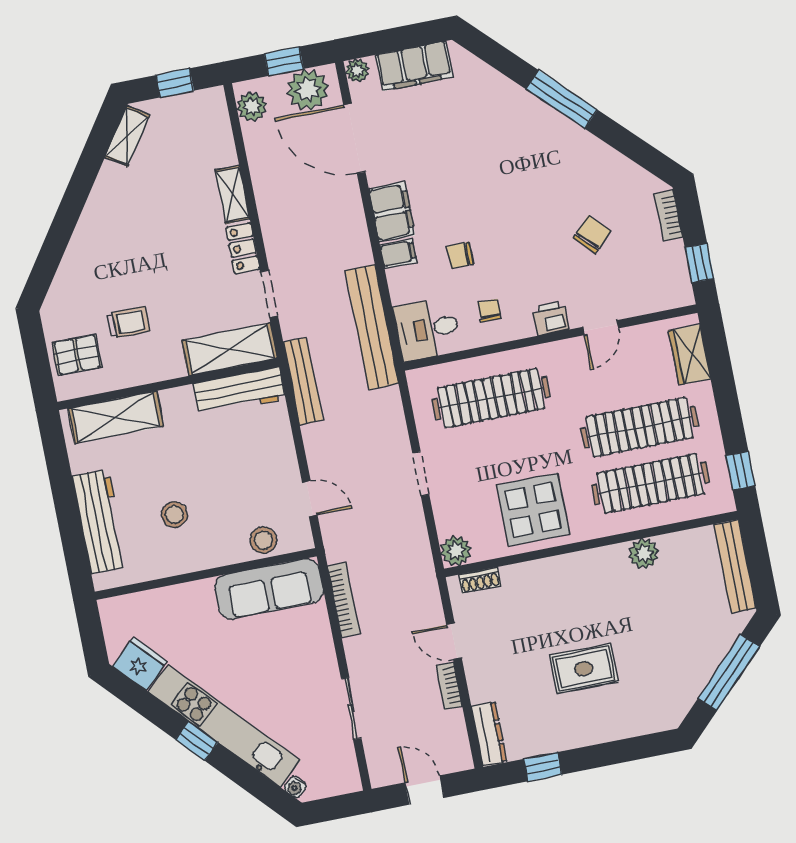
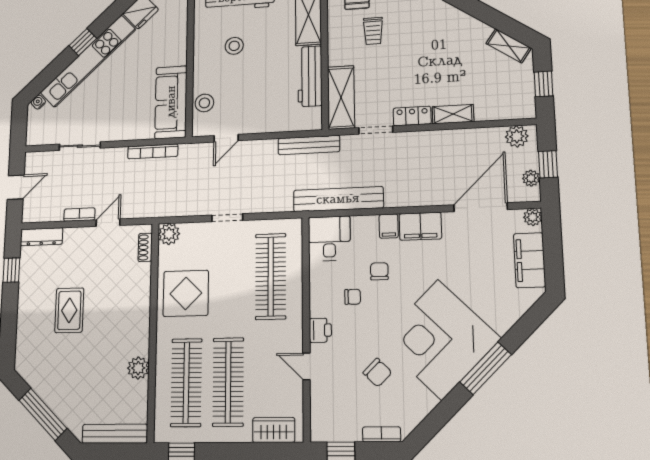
plant: (308, 90) -> (531, 178), width x0.53, depth x0.53
corner desk: (536, 163) -> (440, 339), added
chair: (489, 310) -> (353, 297), moved
workbench: (239, 391) -> (310, 76), moved

